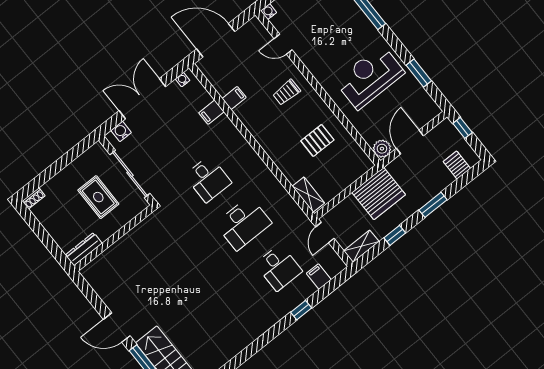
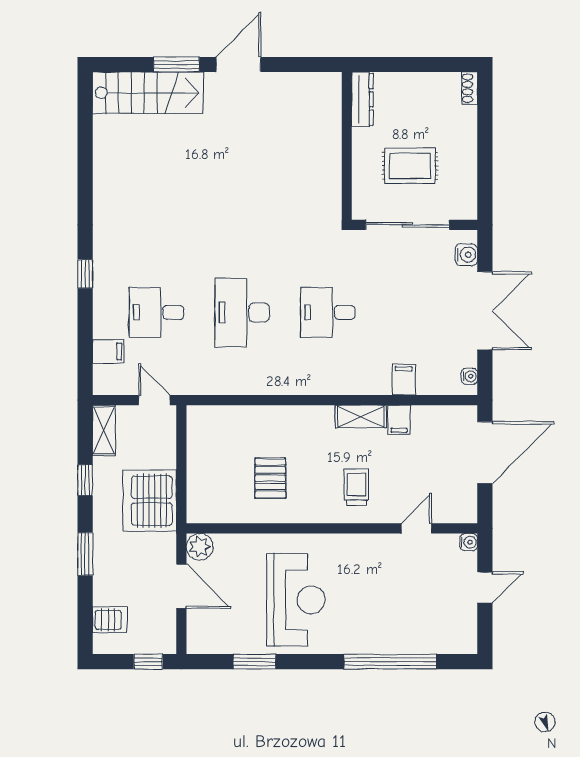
shelving: (308, 195) -> (361, 416), moved
window: (301, 310) -> (85, 274), moved

